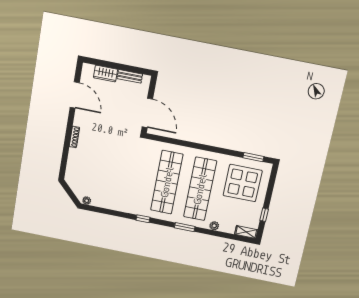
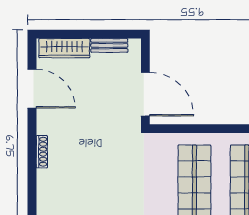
wardrobe: (106, 73) -> (64, 48), width x1.50

